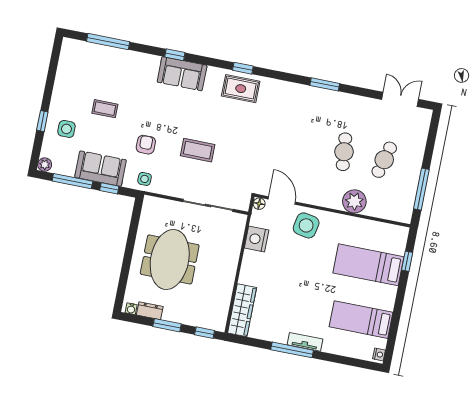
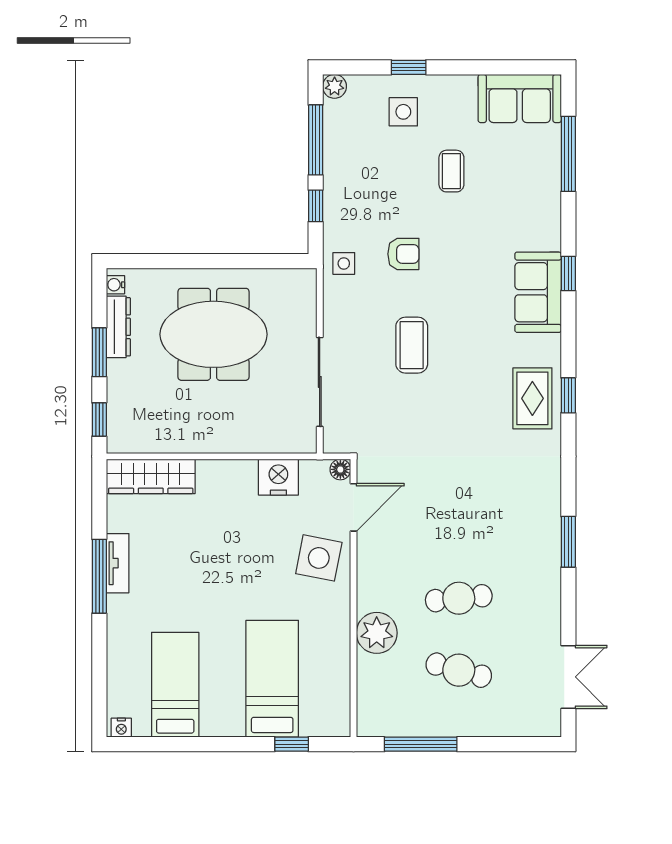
sofa: (101, 169) -> (520, 98), moved, turned 90
dresser: (150, 311) -> (118, 327), width x1.44
tv unit: (305, 342) -> (118, 563), moved

